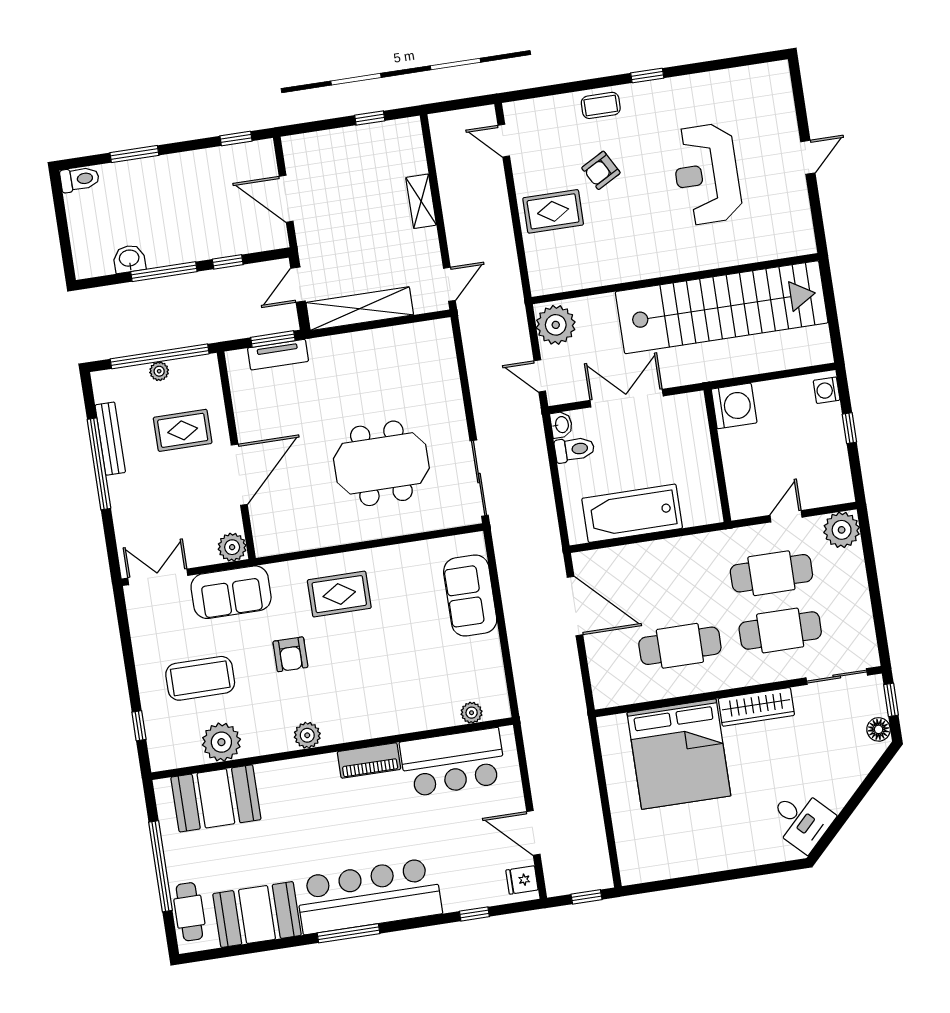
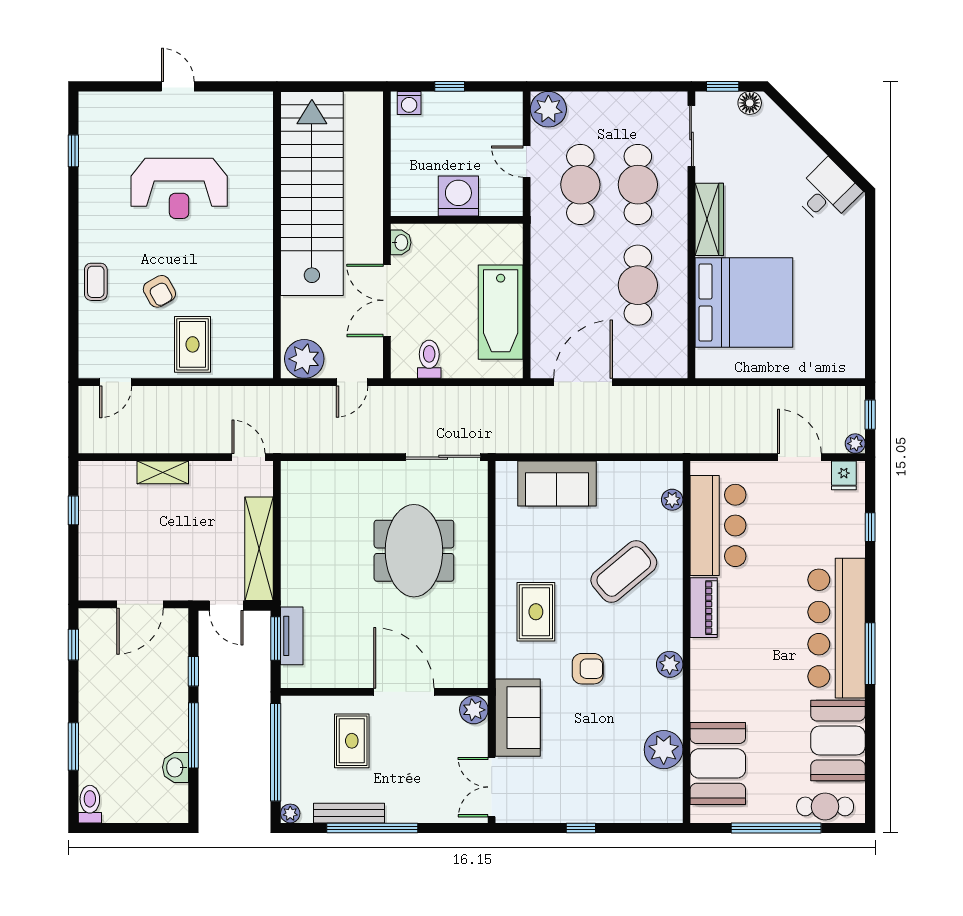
window: (647, 76) -> (73, 151), moved
plant: (159, 371) -> (290, 813), moved
washing machine: (734, 406) -> (458, 196), moved
washbasin: (561, 425) -> (401, 242), moved, turned 90
coffee table: (200, 678) -> (624, 571), moved, turned 50
window: (139, 726) -> (581, 828), moved
door: (533, 833) -> (799, 457), swing flipped
plant: (555, 886) -> (855, 444), added

